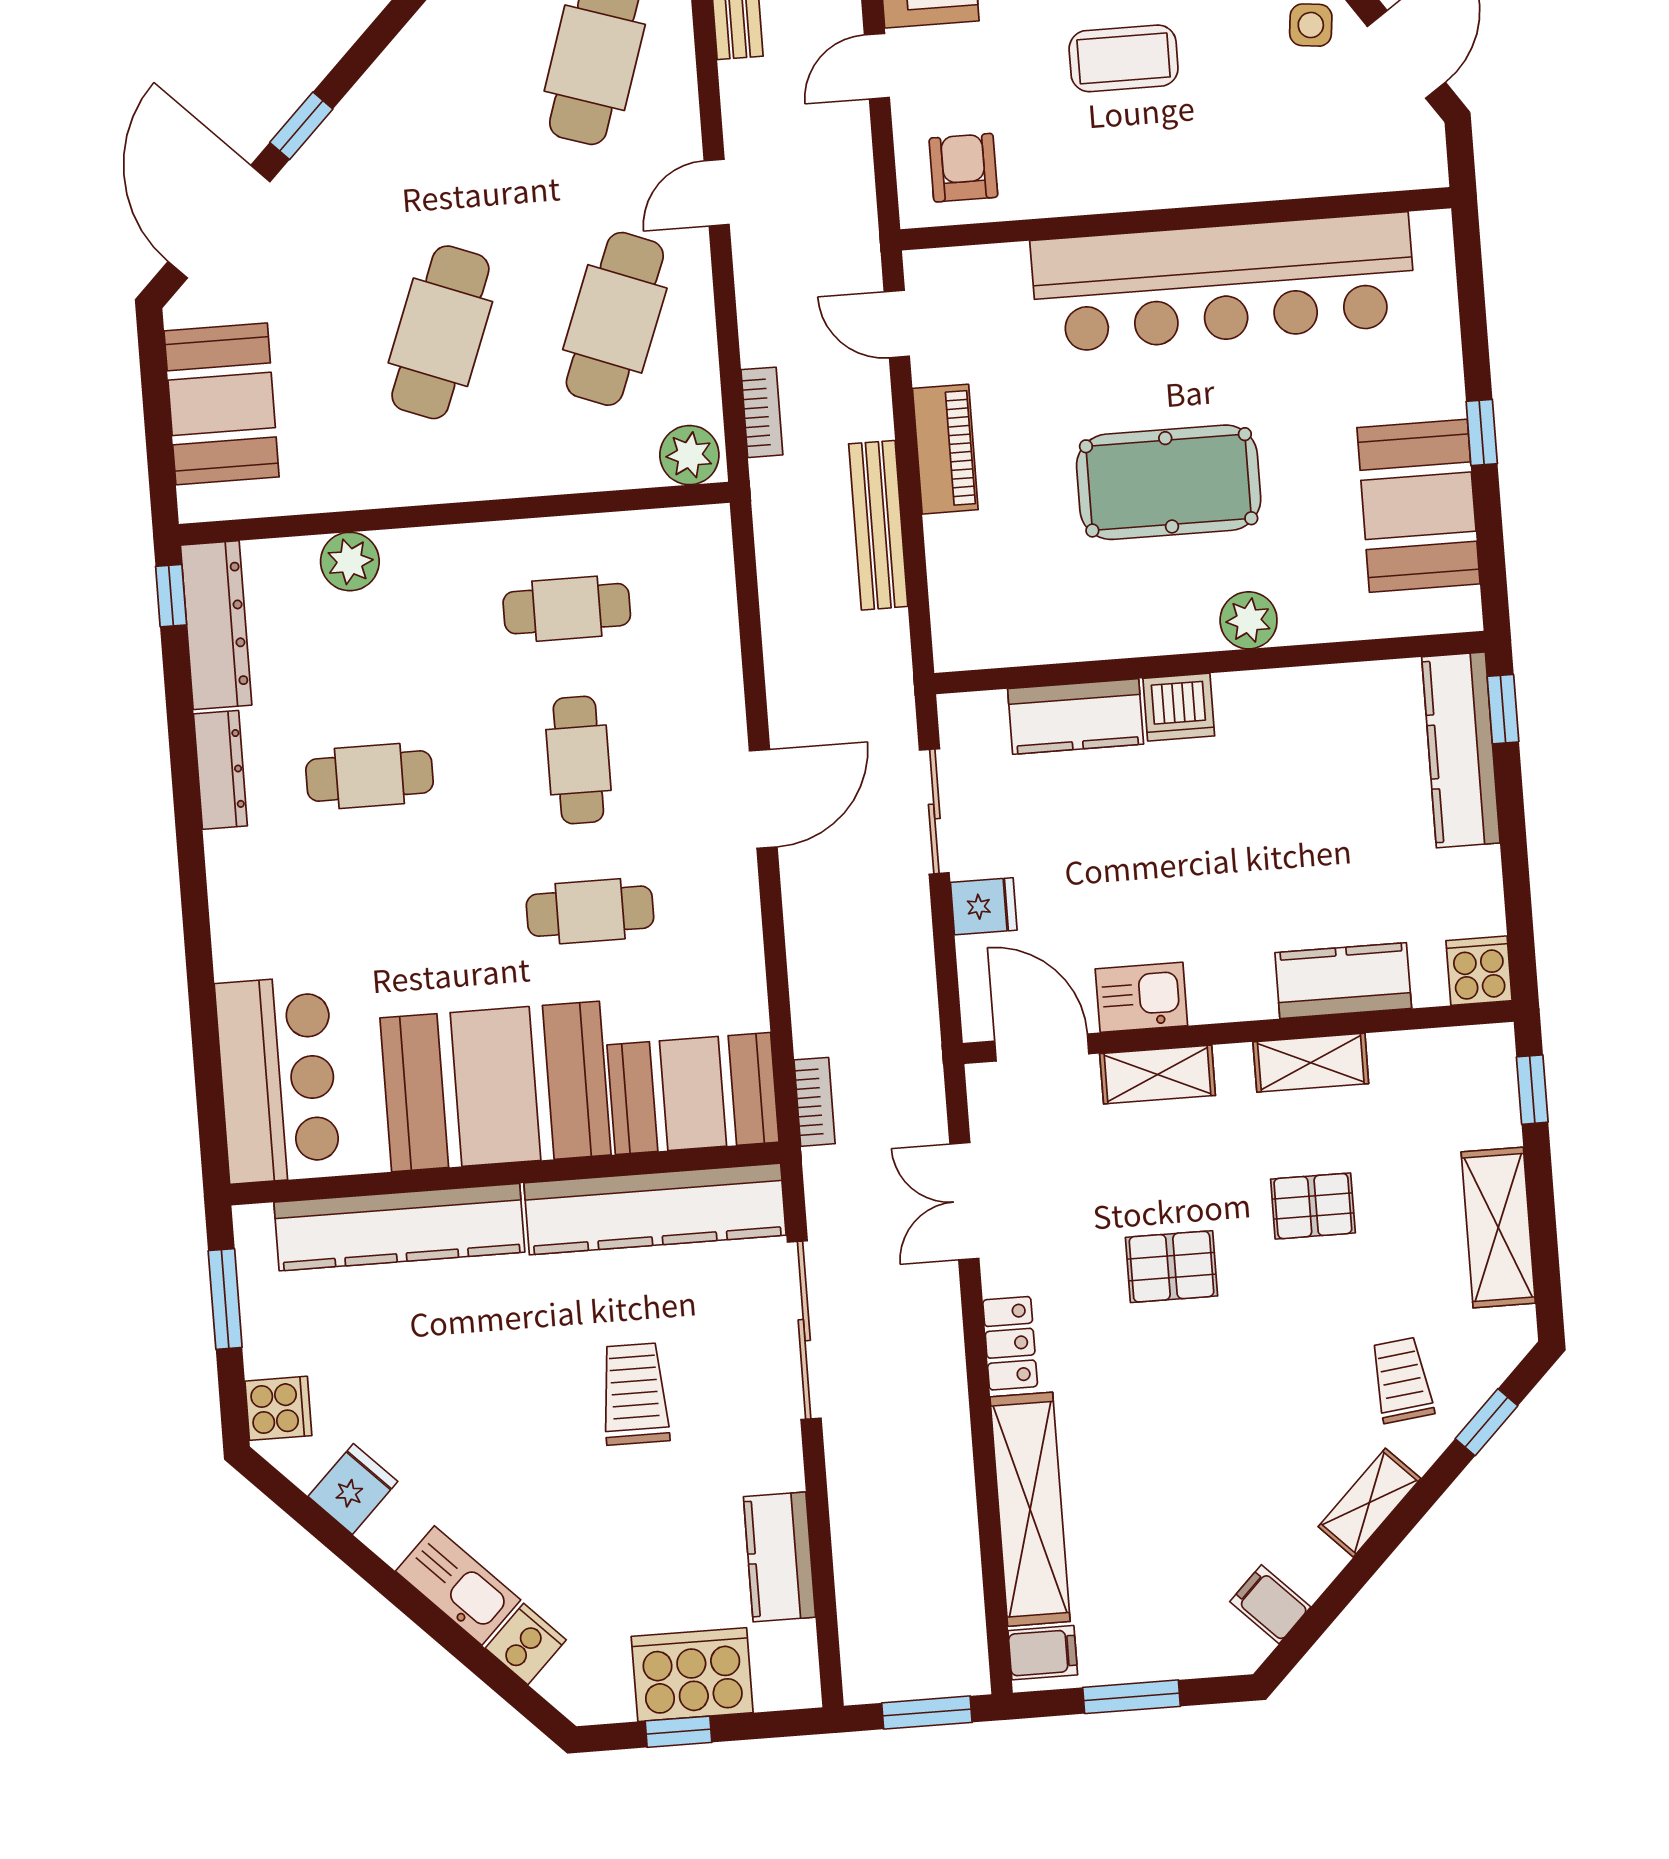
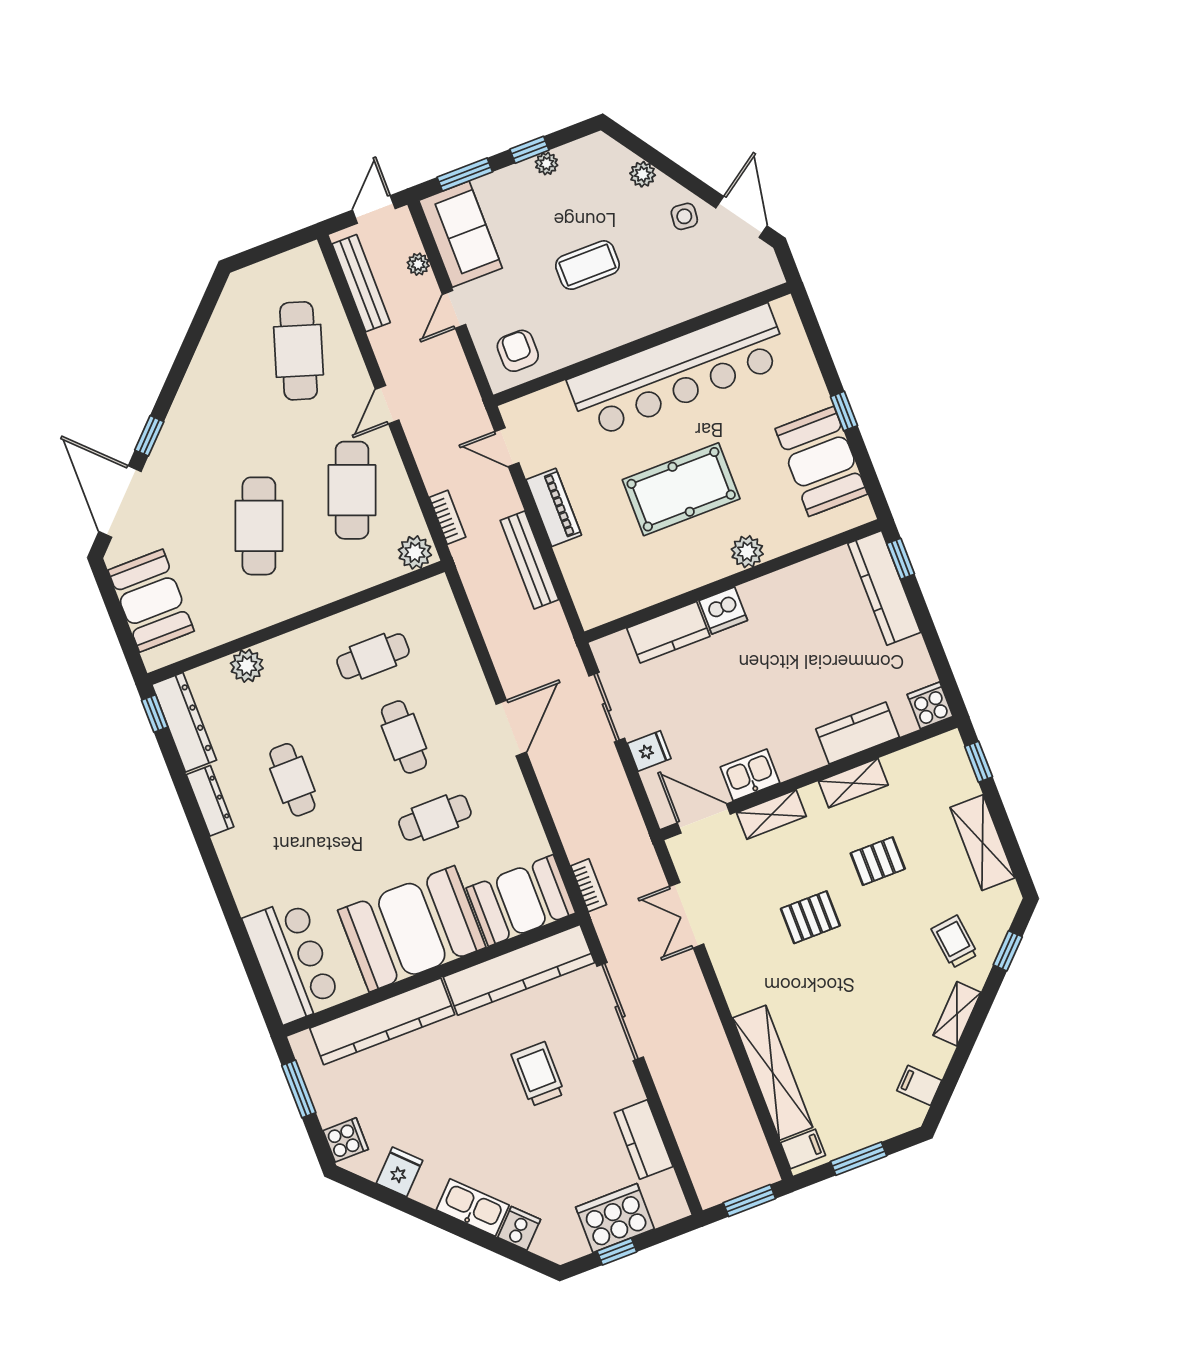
cafe table: (369, 776) -> (292, 780), turned 90
locker: (1010, 1343) -> (735, 985), removed

